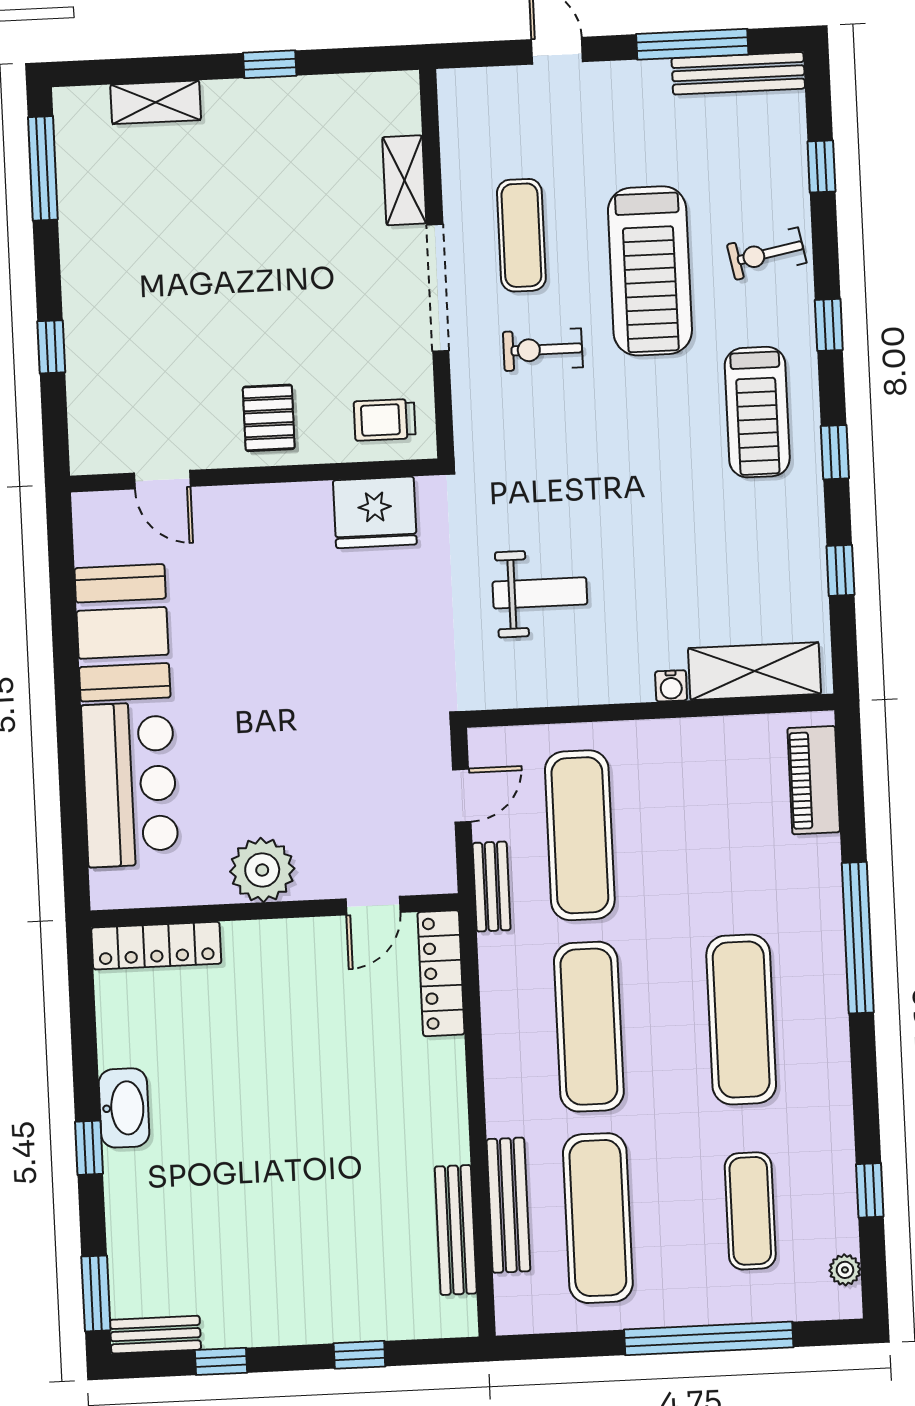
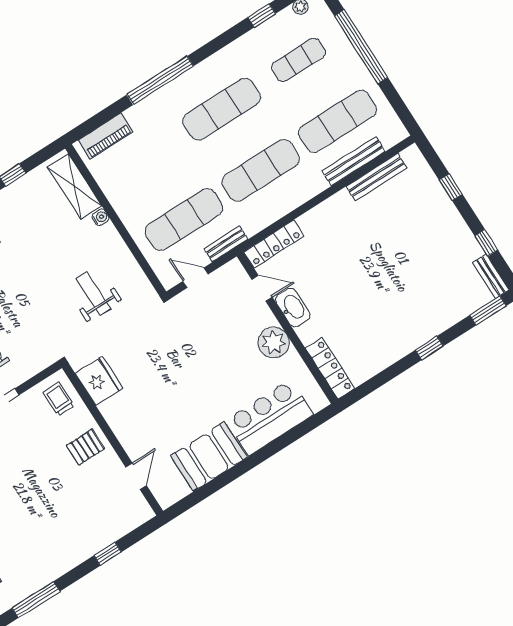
trolley: (385, 420) -> (59, 399), turned 180
washbasin: (124, 1108) -> (293, 308), moved, turned 90

